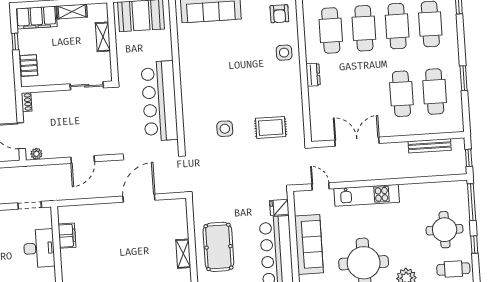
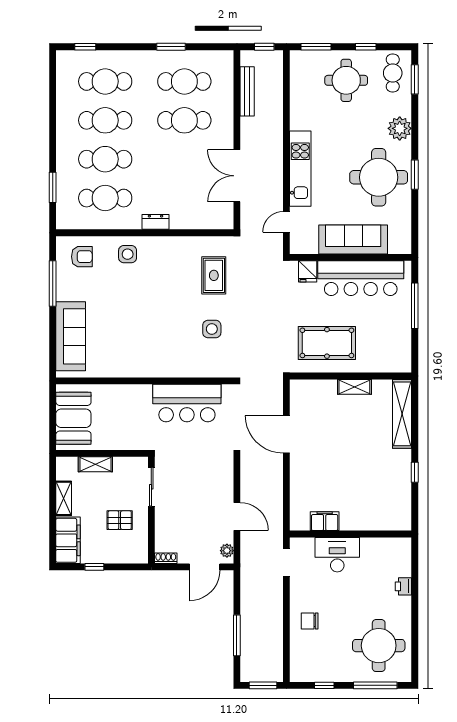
pallet: (29, 65) -> (120, 520), moved
bar counter: (160, 101) -> (187, 403), width x0.73
door: (83, 159) -> (237, 516), moved
window: (472, 202) -> (316, 47), width x0.69
pool table: (218, 247) -> (327, 343), moved

